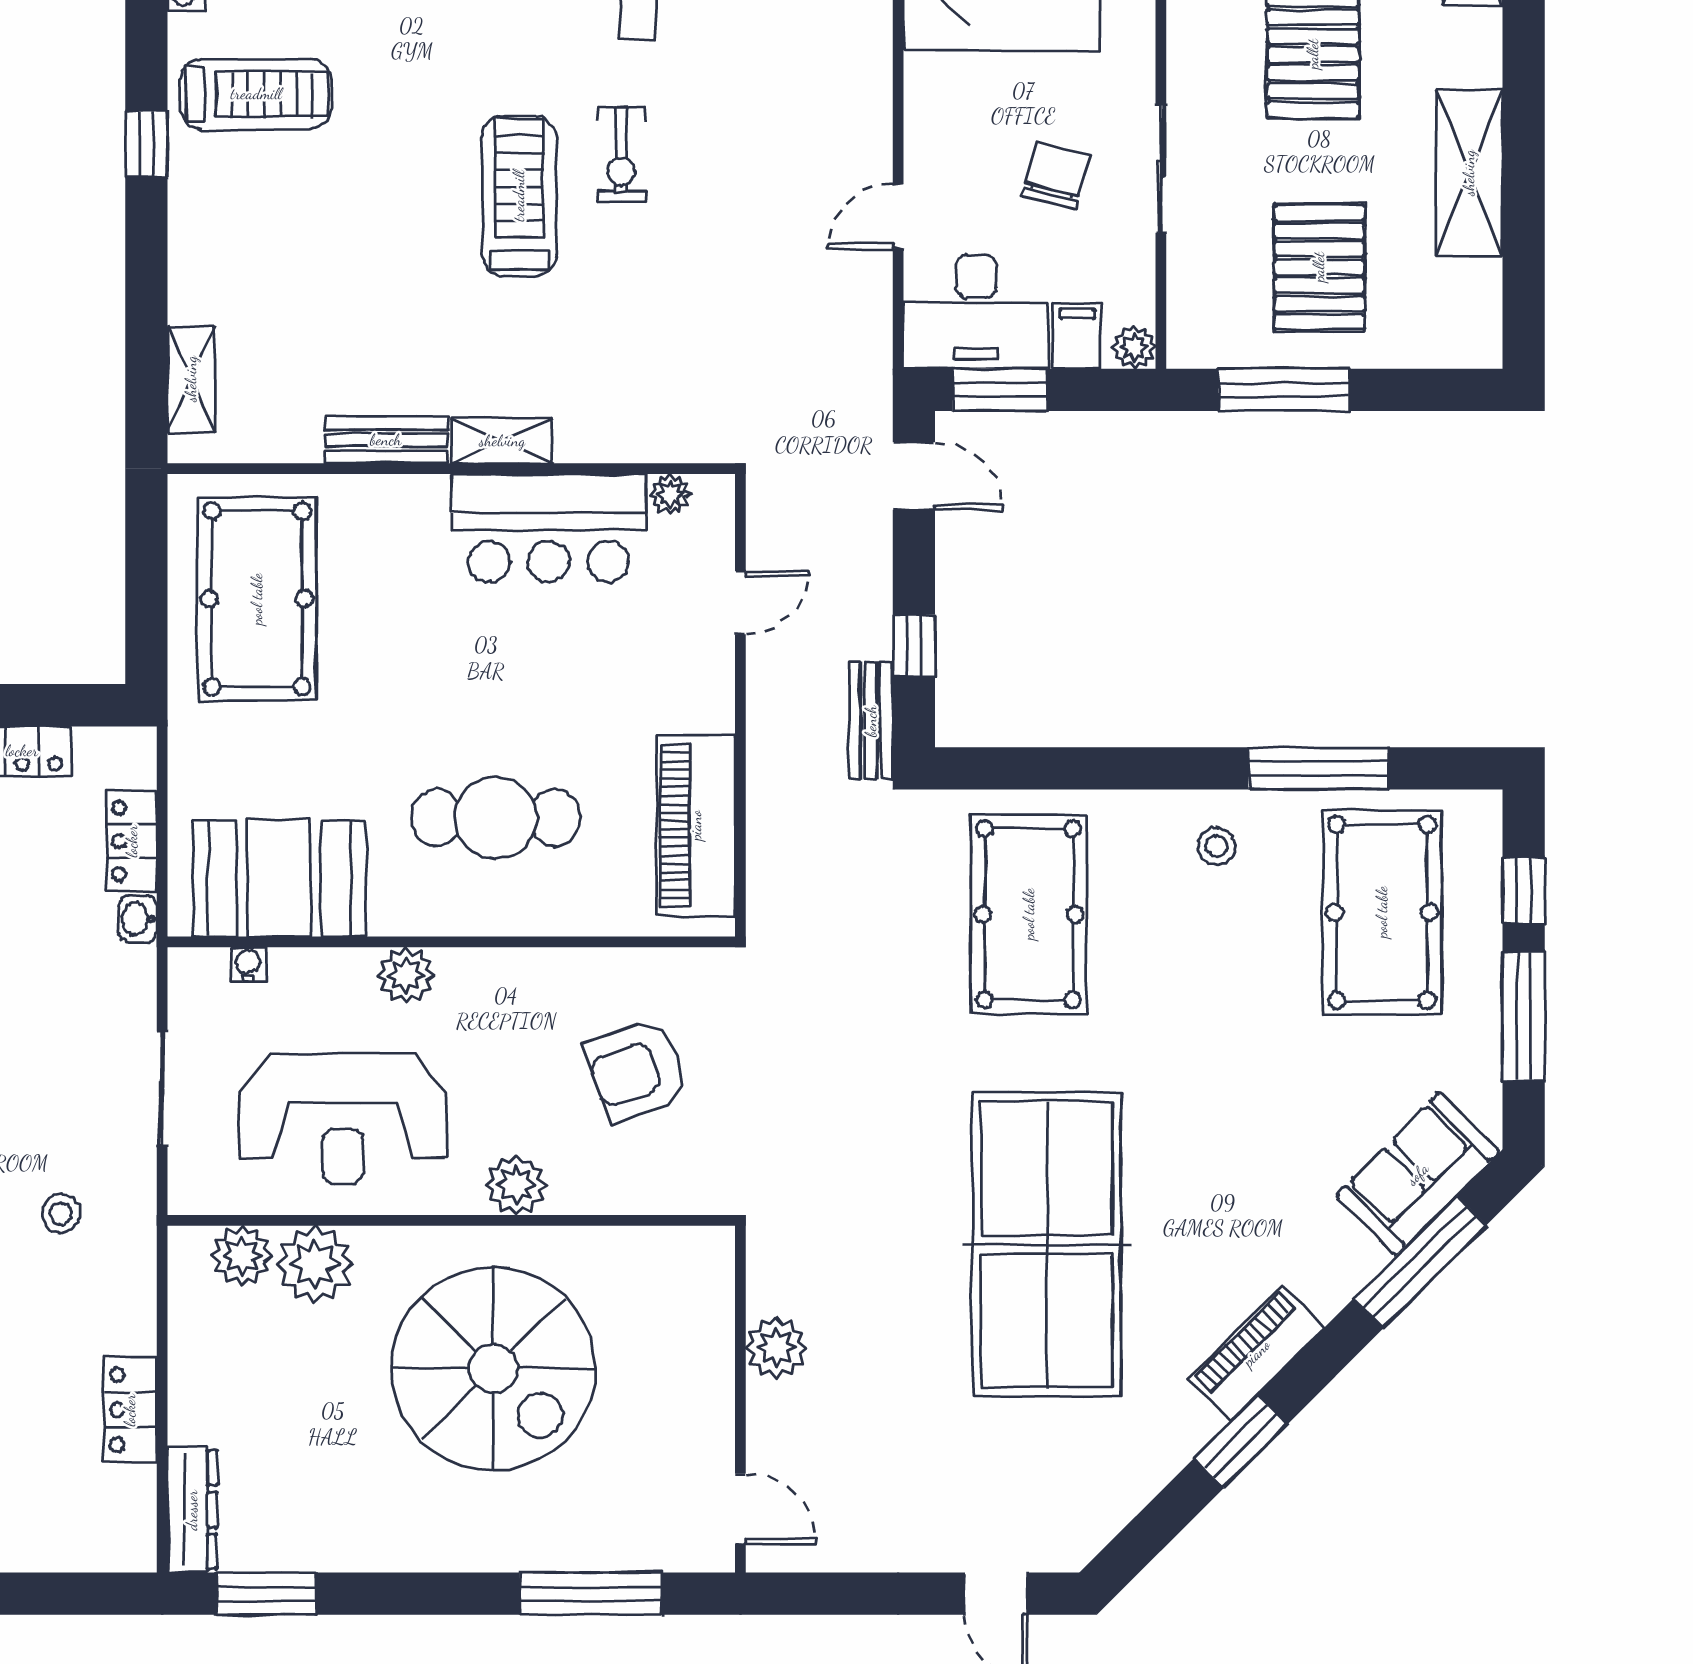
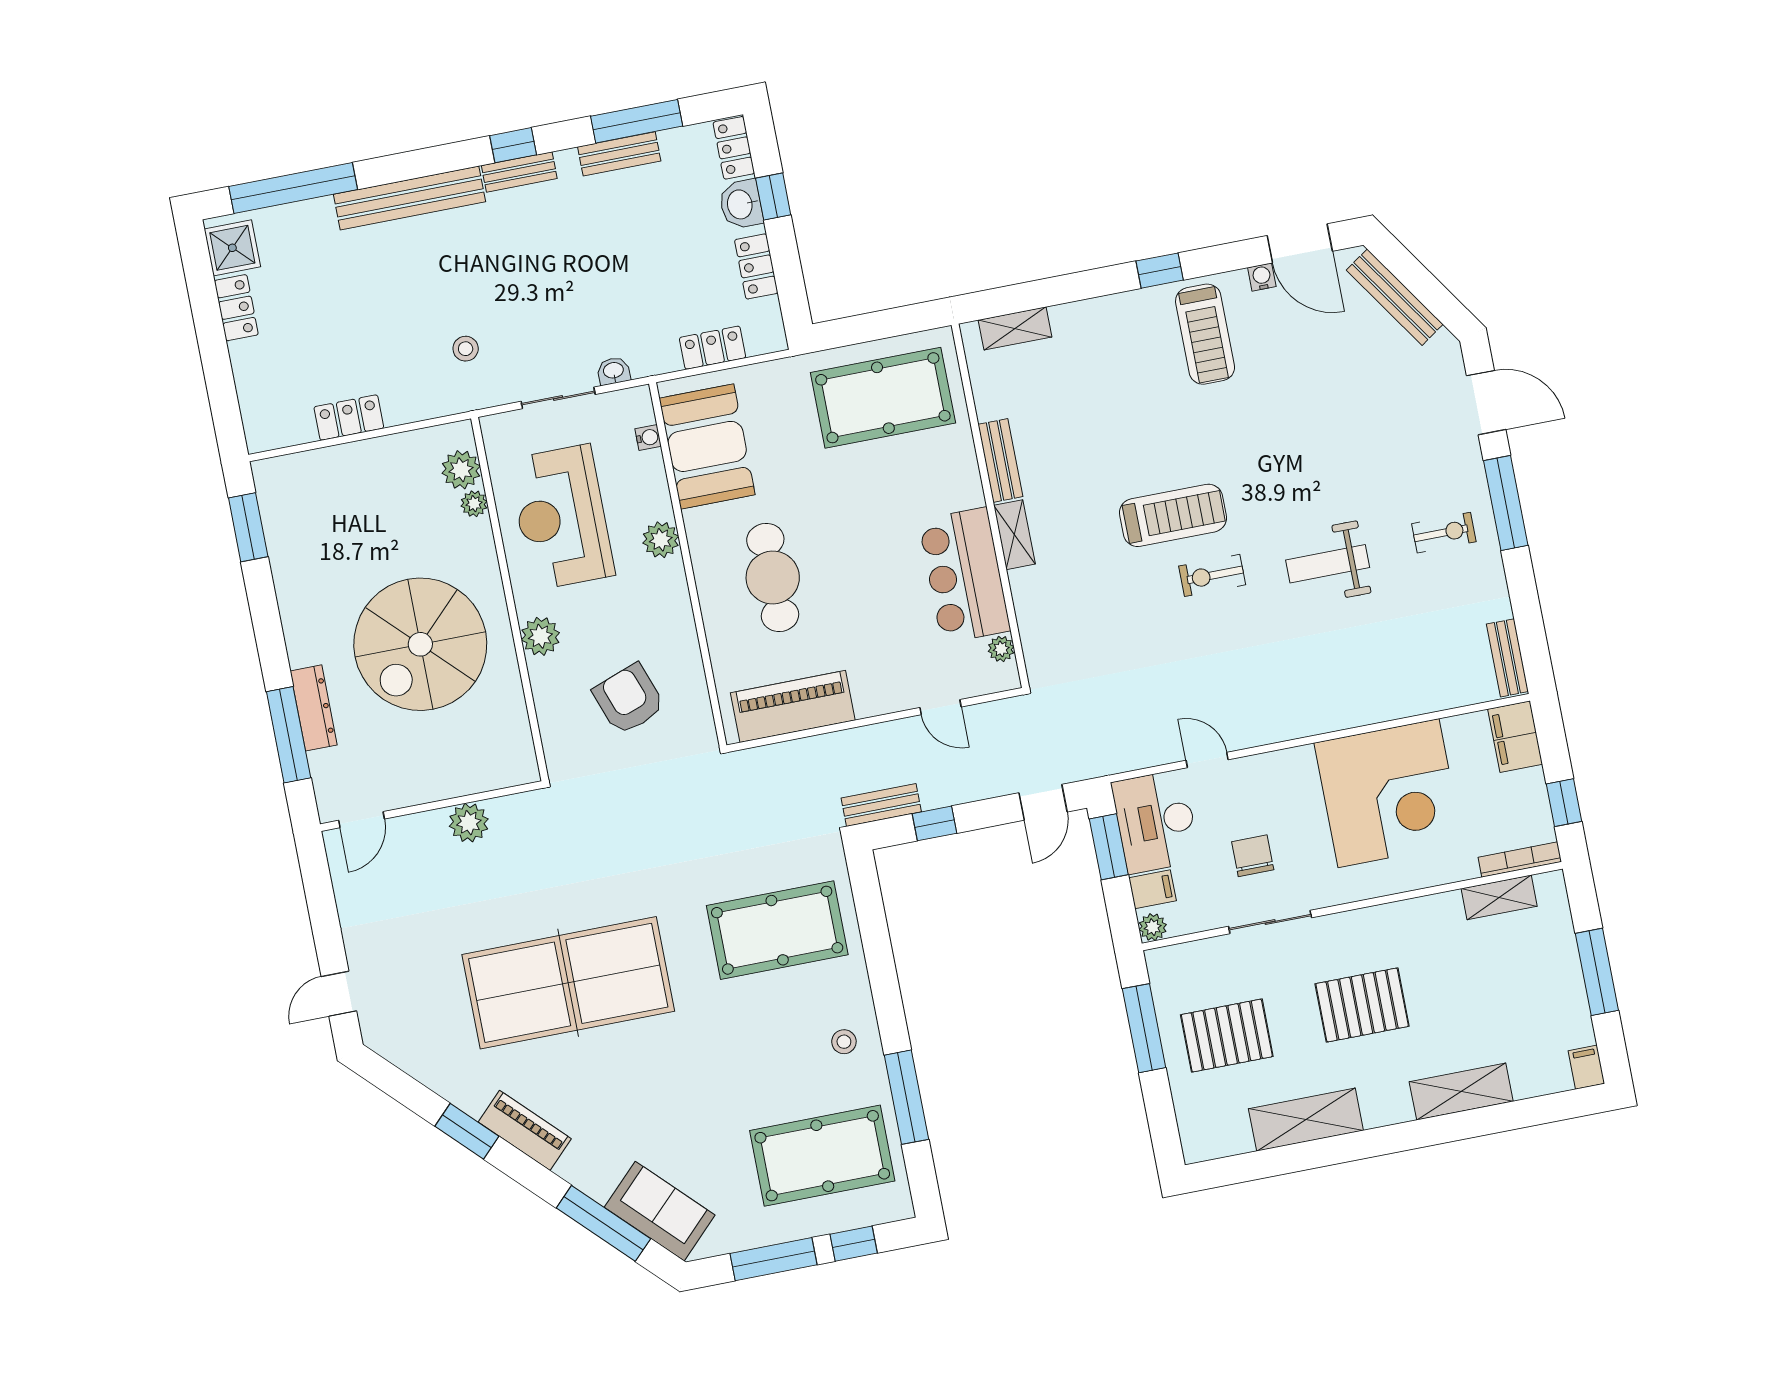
chair: (1056, 176) -> (1253, 856), turned -105
washbasin: (138, 919) -> (614, 371), moved
plant: (315, 1264) -> (474, 504), width x0.53, depth x0.53
dresser: (192, 1510) -> (314, 708), moved, turned -90

